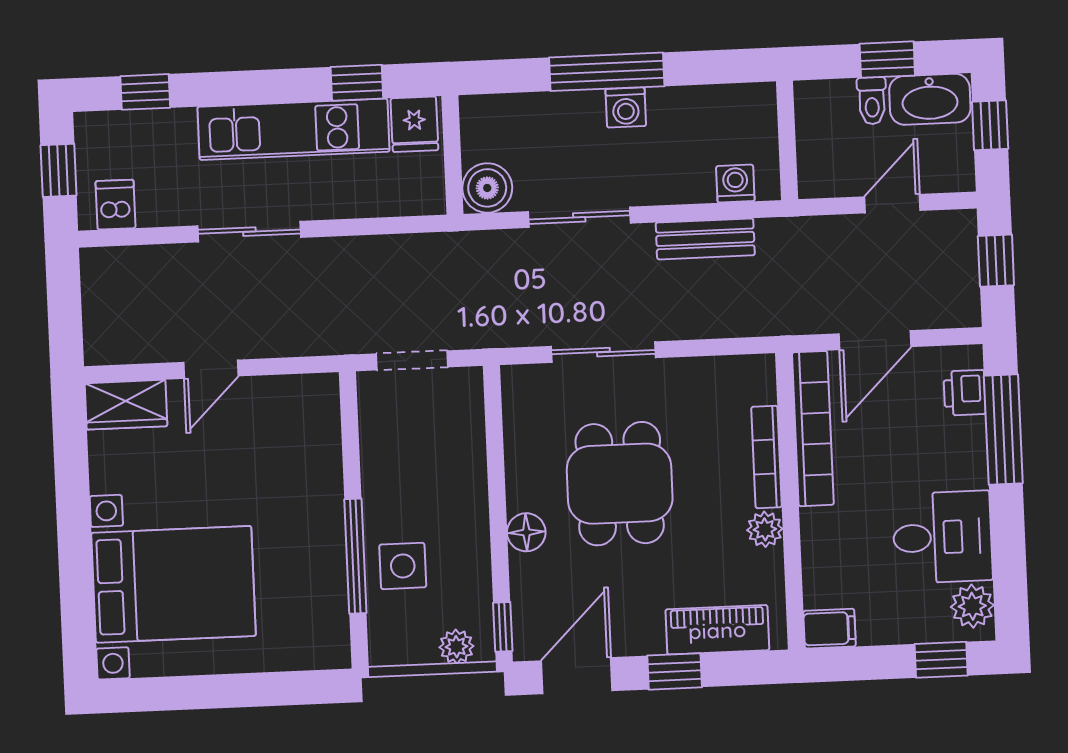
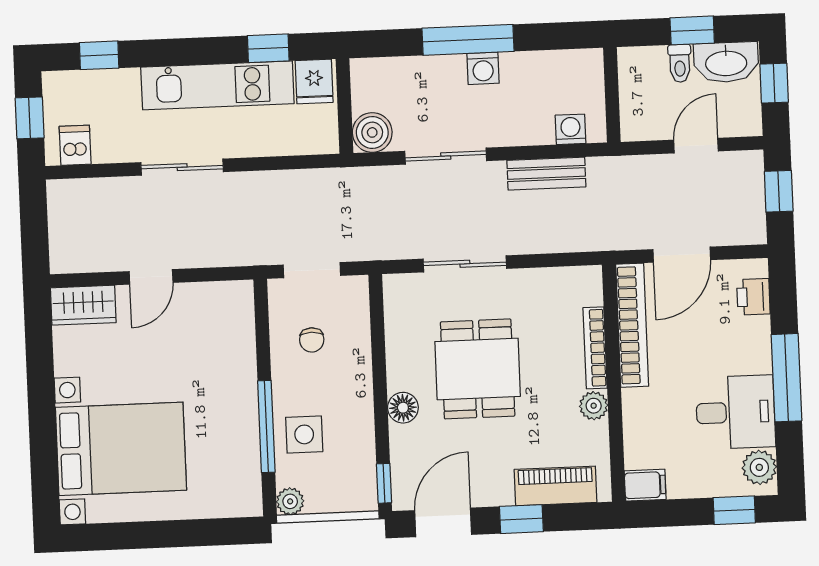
window: (1003, 430) -> (786, 378), moved
chair: (412, 448) -> (312, 340), added
plant: (456, 647) -> (290, 501), moved

